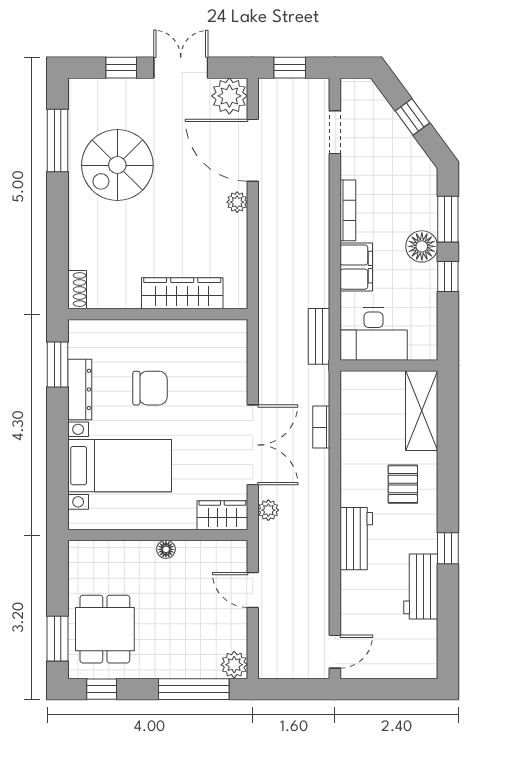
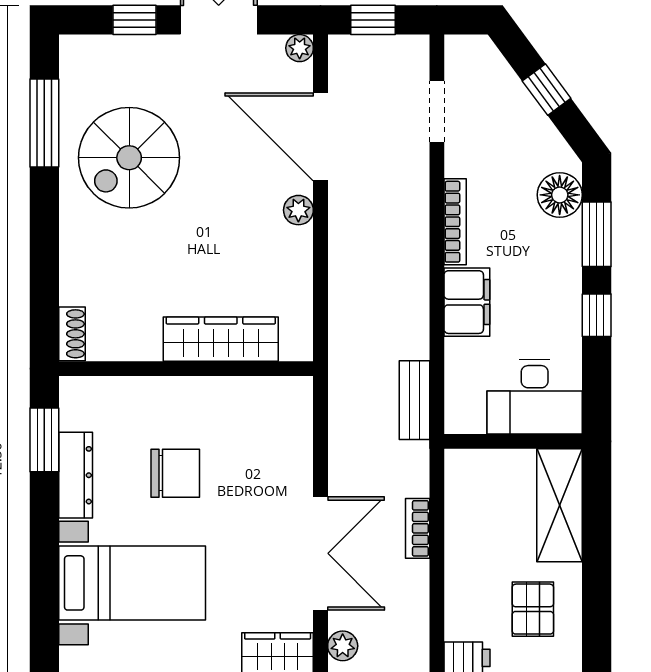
plant: (229, 96) -> (300, 48), width x0.53, depth x0.53
floor lamp: (422, 246) -> (560, 195), moved
desk: (374, 334) -> (535, 397), moved

